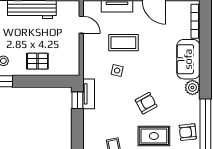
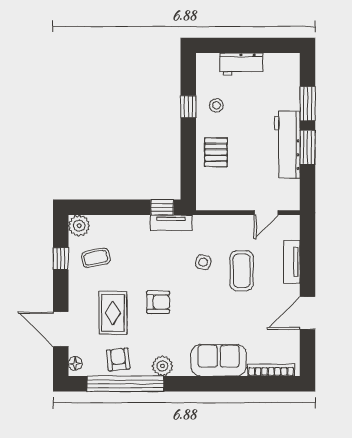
plant: (192, 88) -> (162, 366), moved
armchair: (146, 103) -> (158, 302), turned -61

